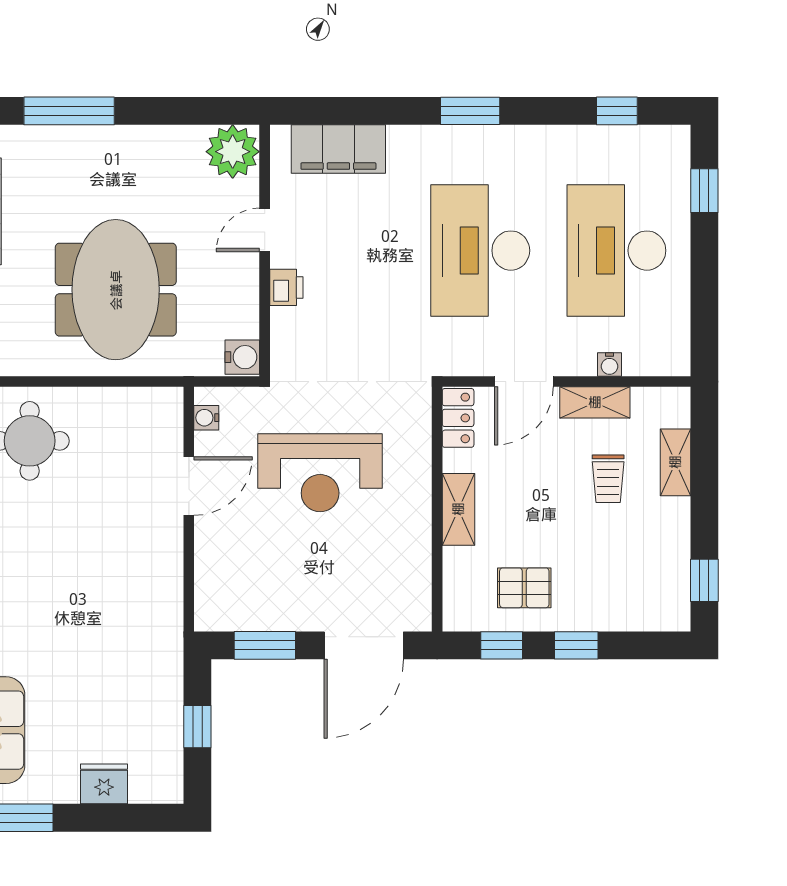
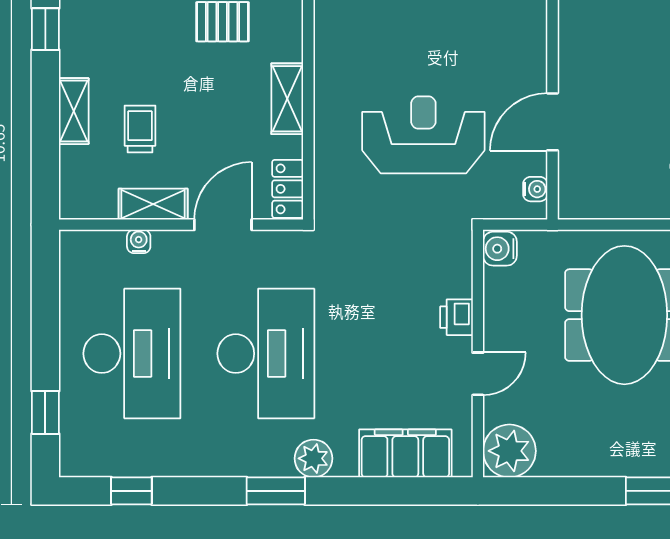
plant: (432, 144) -> (313, 458), added
shelving: (675, 462) -> (74, 111), moved

